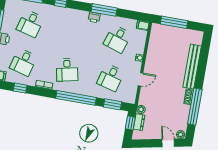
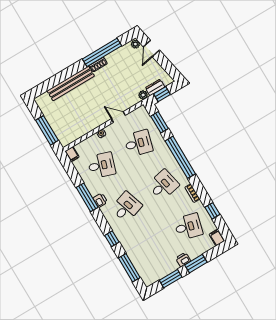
desk: (30, 24) -> (126, 207), moved, turned -33

